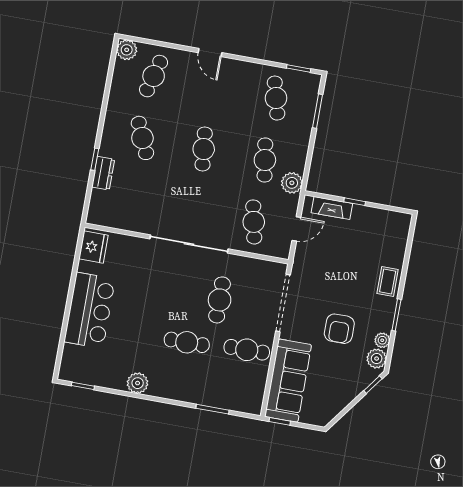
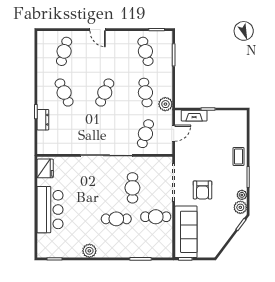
plant: (127, 50) -> (44, 38), removed
cafe table: (204, 149) -> (105, 93), turned 30
cafe table: (254, 222) -> (145, 134), turned 30
armchair: (339, 329) -> (202, 190), moved

